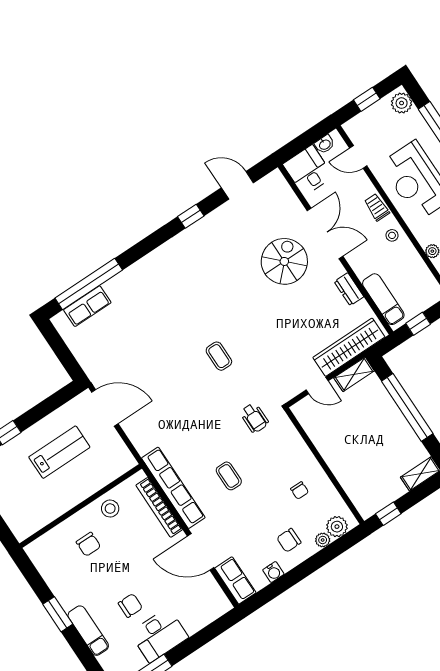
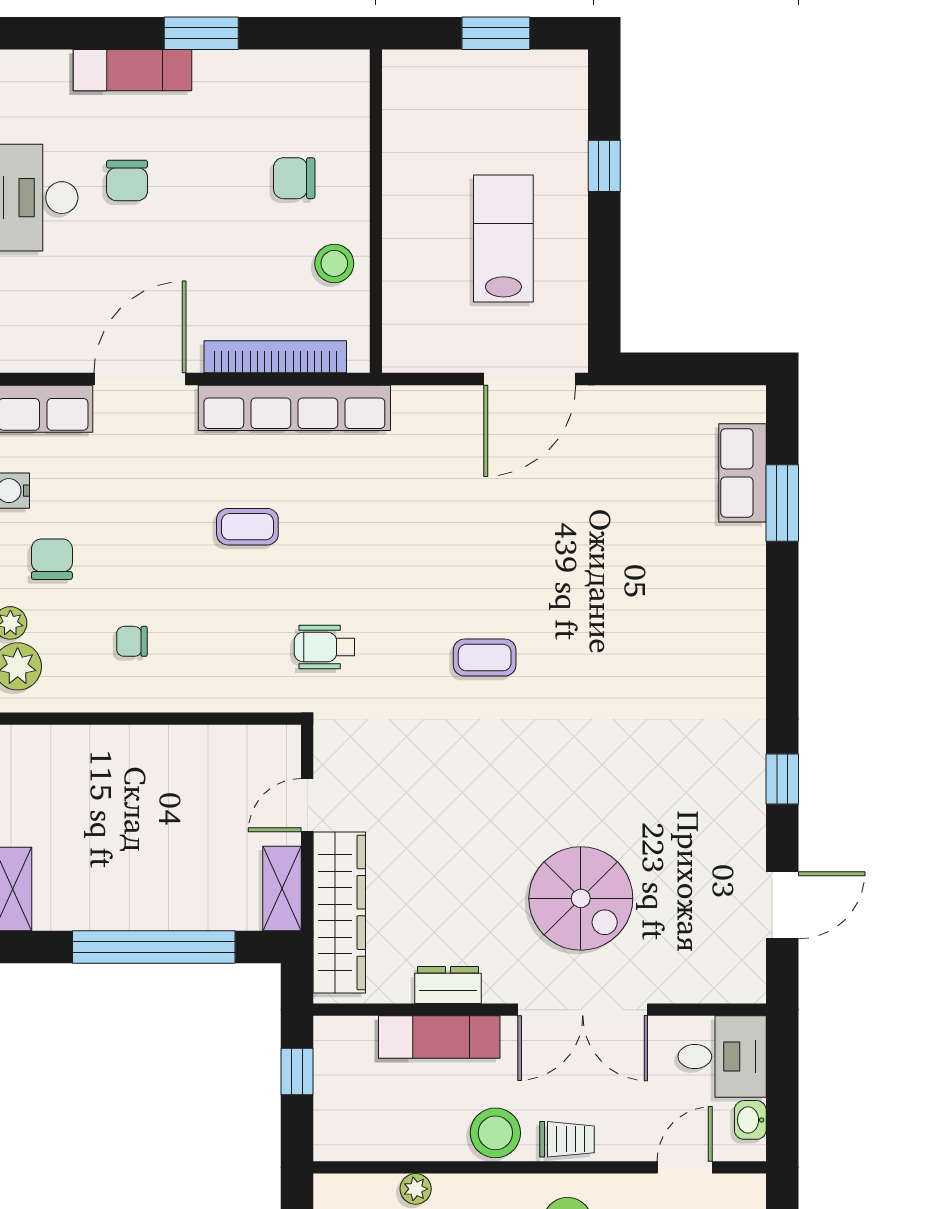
stool: (392, 235) -> (495, 1133), width x1.89, depth x1.89
window: (89, 284) -> (782, 503), width x0.47
exam couch: (383, 299) -> (439, 1037), moved
lab bench: (59, 452) -> (503, 238), turned 180

